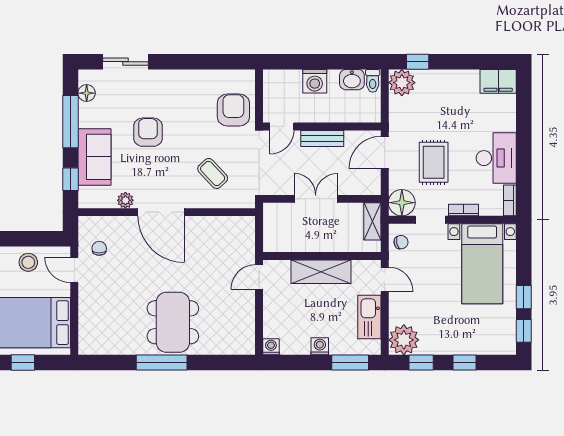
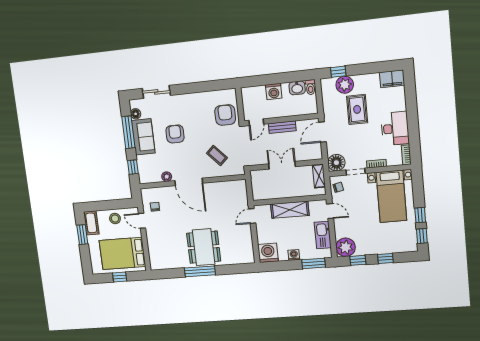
plant: (402, 83) -> (345, 85), moved
sofa: (95, 157) -> (143, 137), moved
rug: (434, 162) -> (357, 109), moved
washing machine: (271, 347) -> (268, 253), width x1.89, depth x1.89

